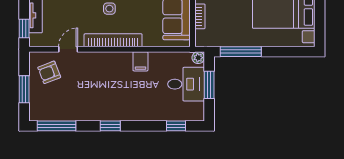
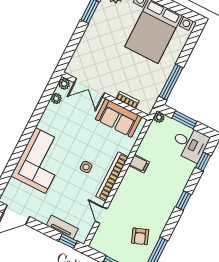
armchair: (49, 72) -> (140, 236), moved
desk: (186, 84) -> (190, 144), moved, turned 90
window: (110, 126) -> (183, 201), moved

